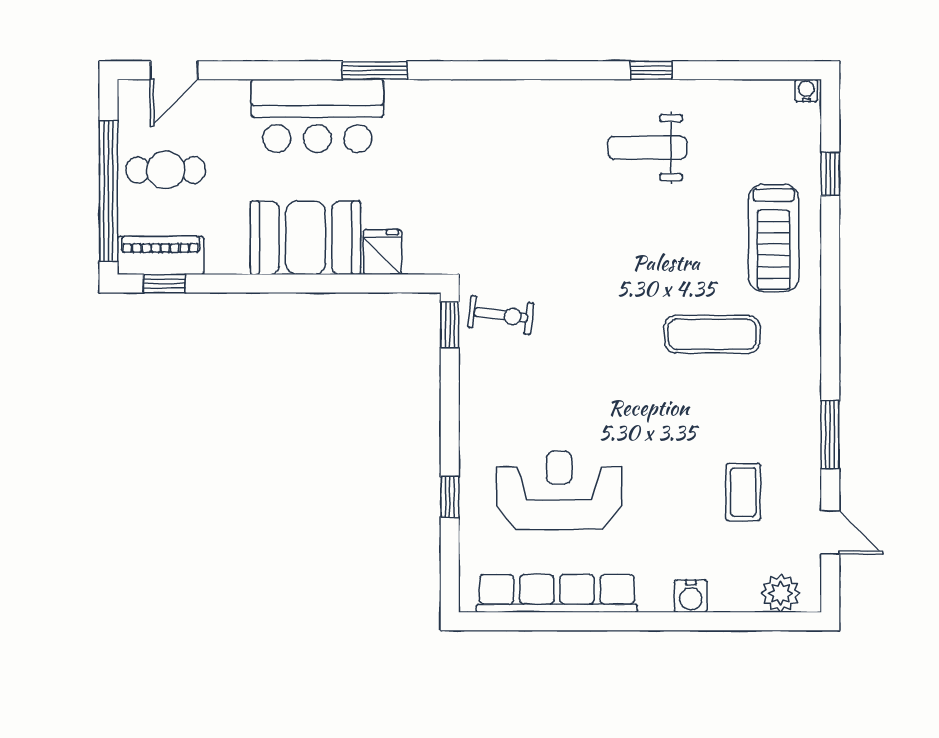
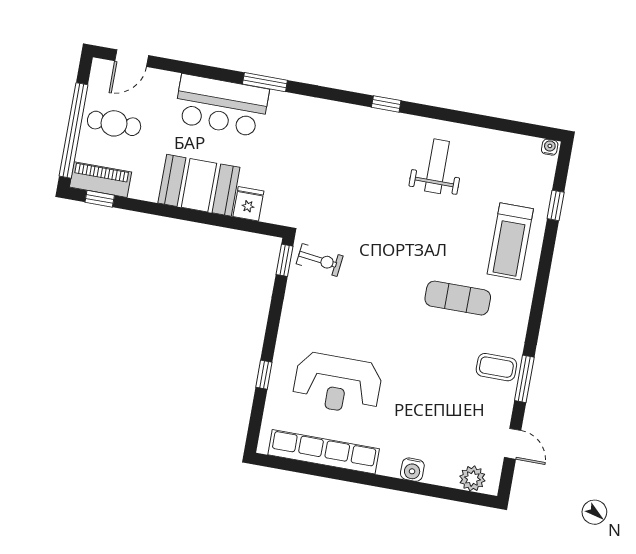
window: (651, 70) -> (386, 104), moved
weight bench: (647, 148) -> (437, 166), turned 90
reception desk: (559, 490) -> (337, 383), turned 180
coffee table: (743, 492) -> (496, 367), moved, turned 90

